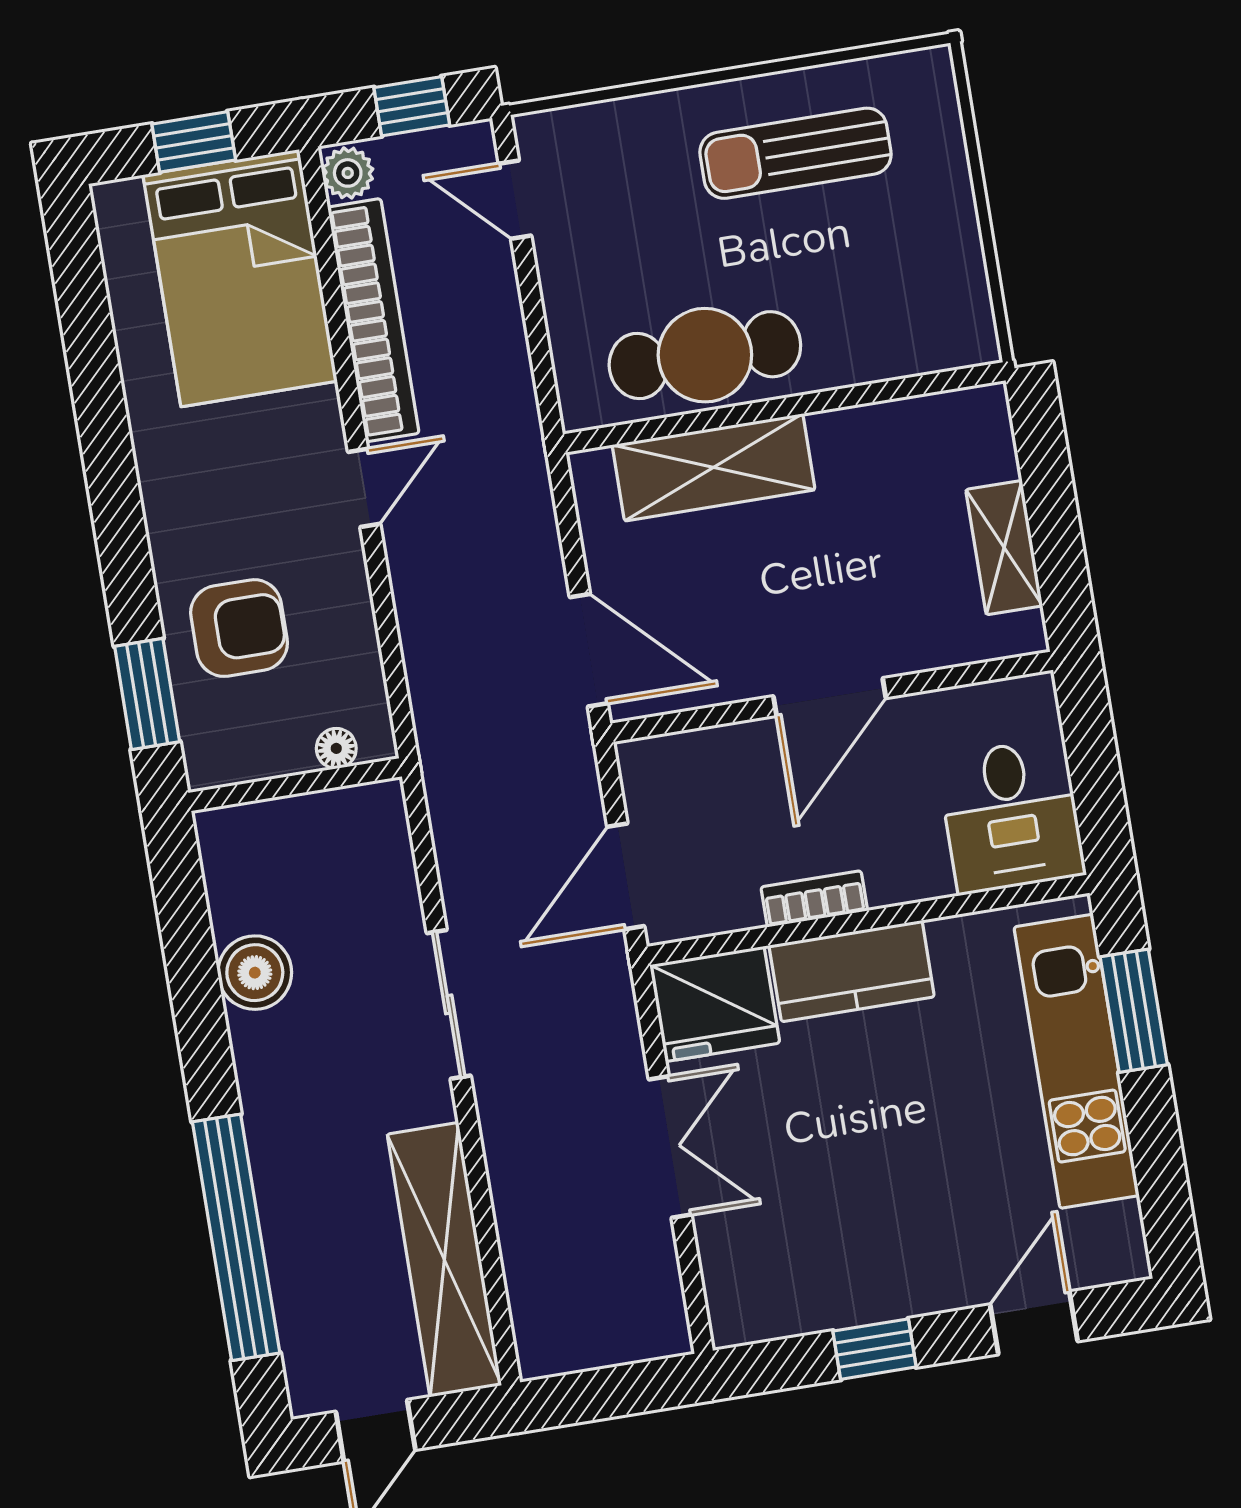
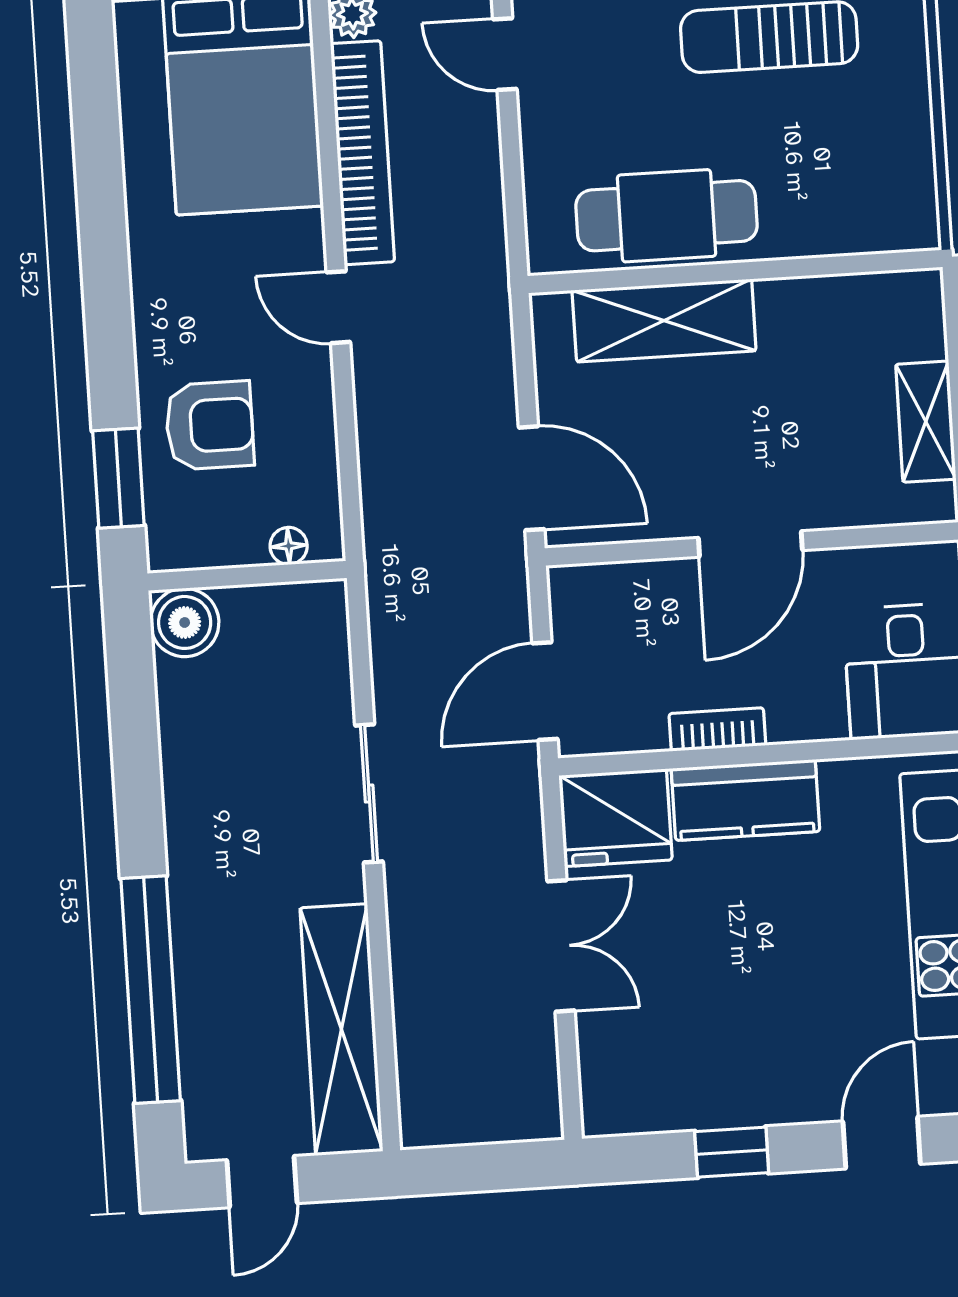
door: (364, 488) -> (338, 307), swing flipped
boiler: (255, 973) -> (185, 622), moved

